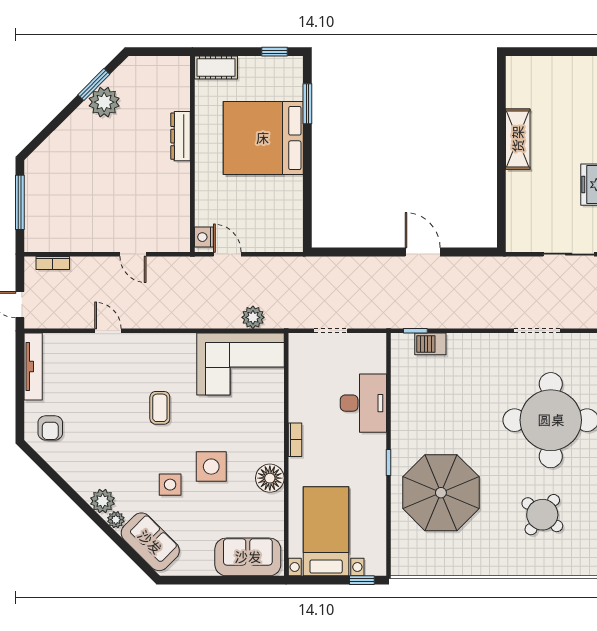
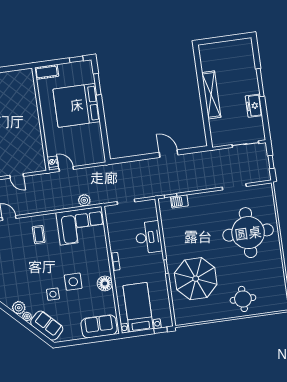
dresser: (181, 136) -> (33, 110), removed
shelving: (518, 139) -> (211, 95), width x1.47
coffee table: (160, 408) -> (39, 235), moved
round table: (542, 515) -> (243, 299), moved, turned -38

